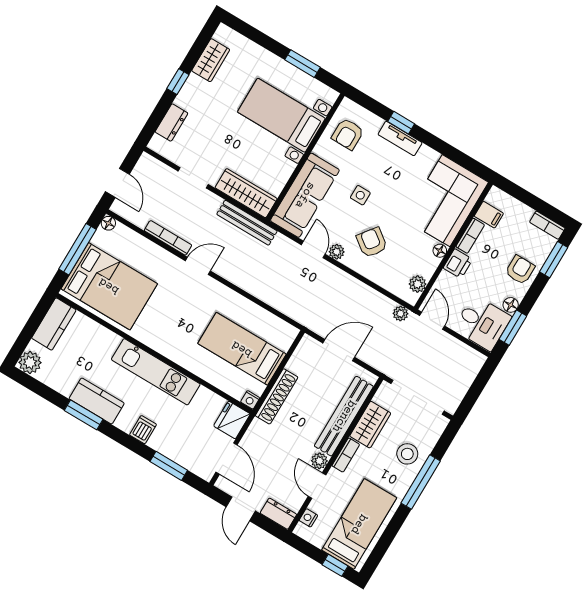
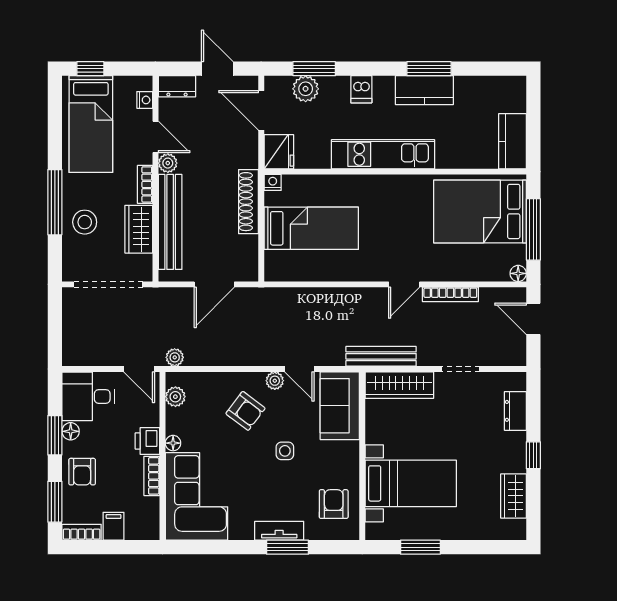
window: (401, 123) -> (288, 547), width x1.50
sofa: (305, 195) -> (340, 406), width x0.73
filing cabinet: (489, 215) -> (113, 526), moved, turned 90
window: (513, 328) -> (55, 435), moved
plant: (30, 363) -> (306, 89), moved

